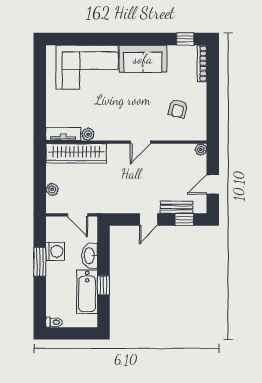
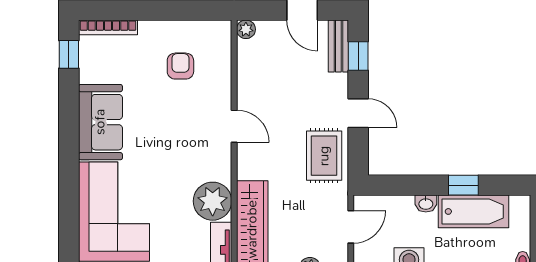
armchair: (178, 109) -> (180, 66), turned -102
plant: (88, 134) -> (213, 201), width x1.88, depth x1.88
rug: (122, 198) -> (324, 156), added
bench: (177, 207) -> (338, 46), moved
washbasin: (90, 256) -> (426, 204), width x0.52, depth x0.69

